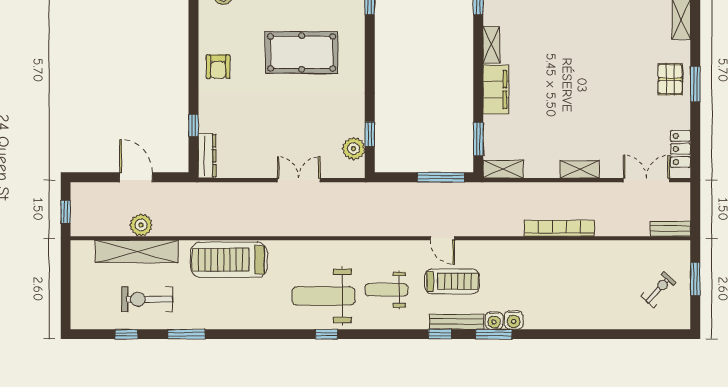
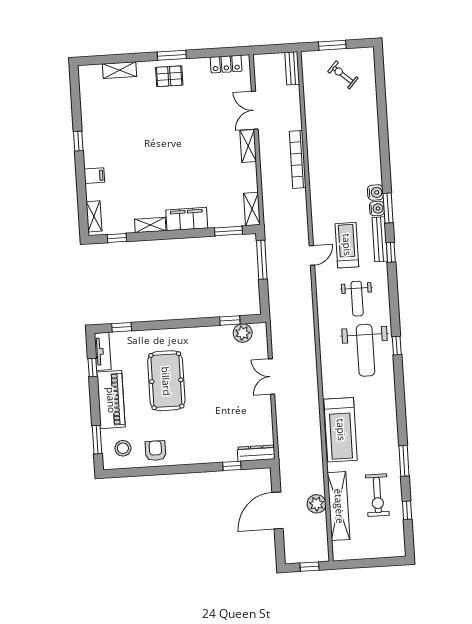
armchair: (218, 67) -> (156, 451), moved, turned -90
door: (136, 177) -> (278, 511), width x1.36
double door: (646, 180) -> (255, 110), moved

